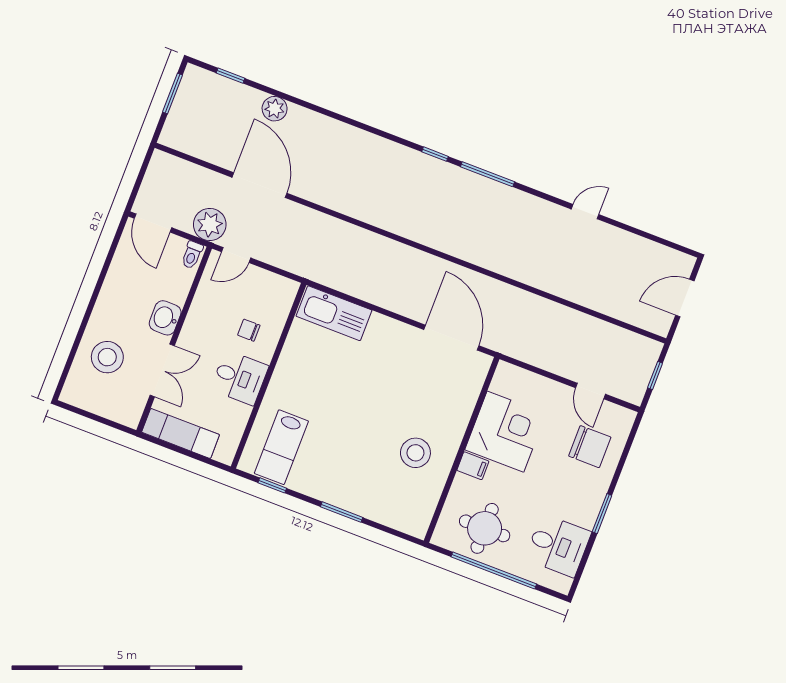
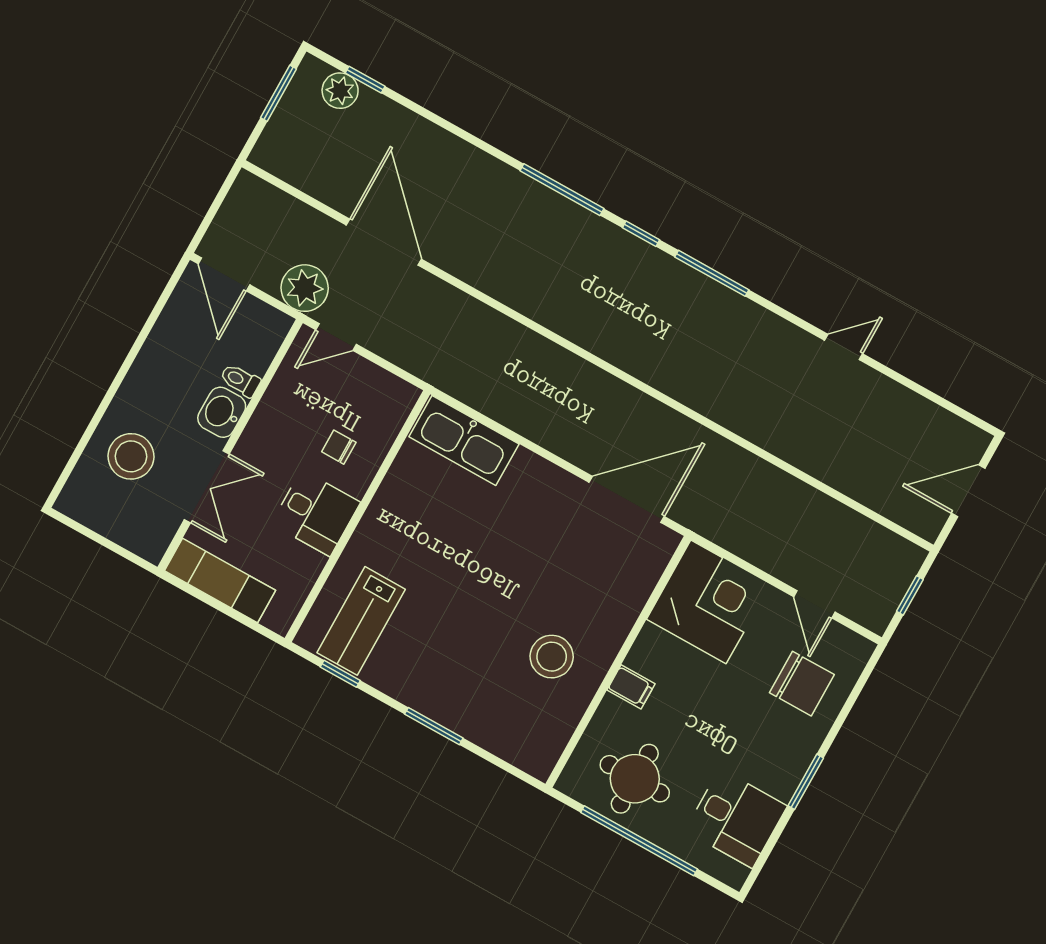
plant: (275, 109) -> (340, 91), moved
window: (376, 132) -> (562, 190), added
toilet: (192, 255) -> (240, 380), moved, turned 90
door: (451, 338) -> (627, 499), hinge flipped
corner desk: (505, 432) -> (708, 602), moved

